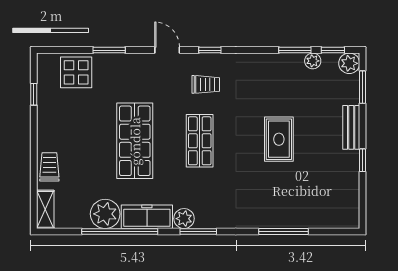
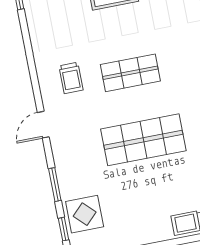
window: (210, 50) -> (63, 229), moved
trolley: (206, 84) -> (71, 78), turned 180

